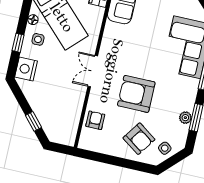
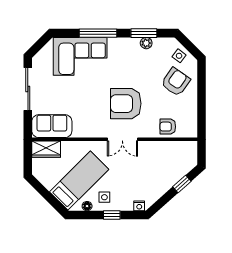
nightstand: (26, 69) -> (139, 206), width x0.53, depth x0.56
armchair: (136, 94) -> (126, 104), moved, turned 90

